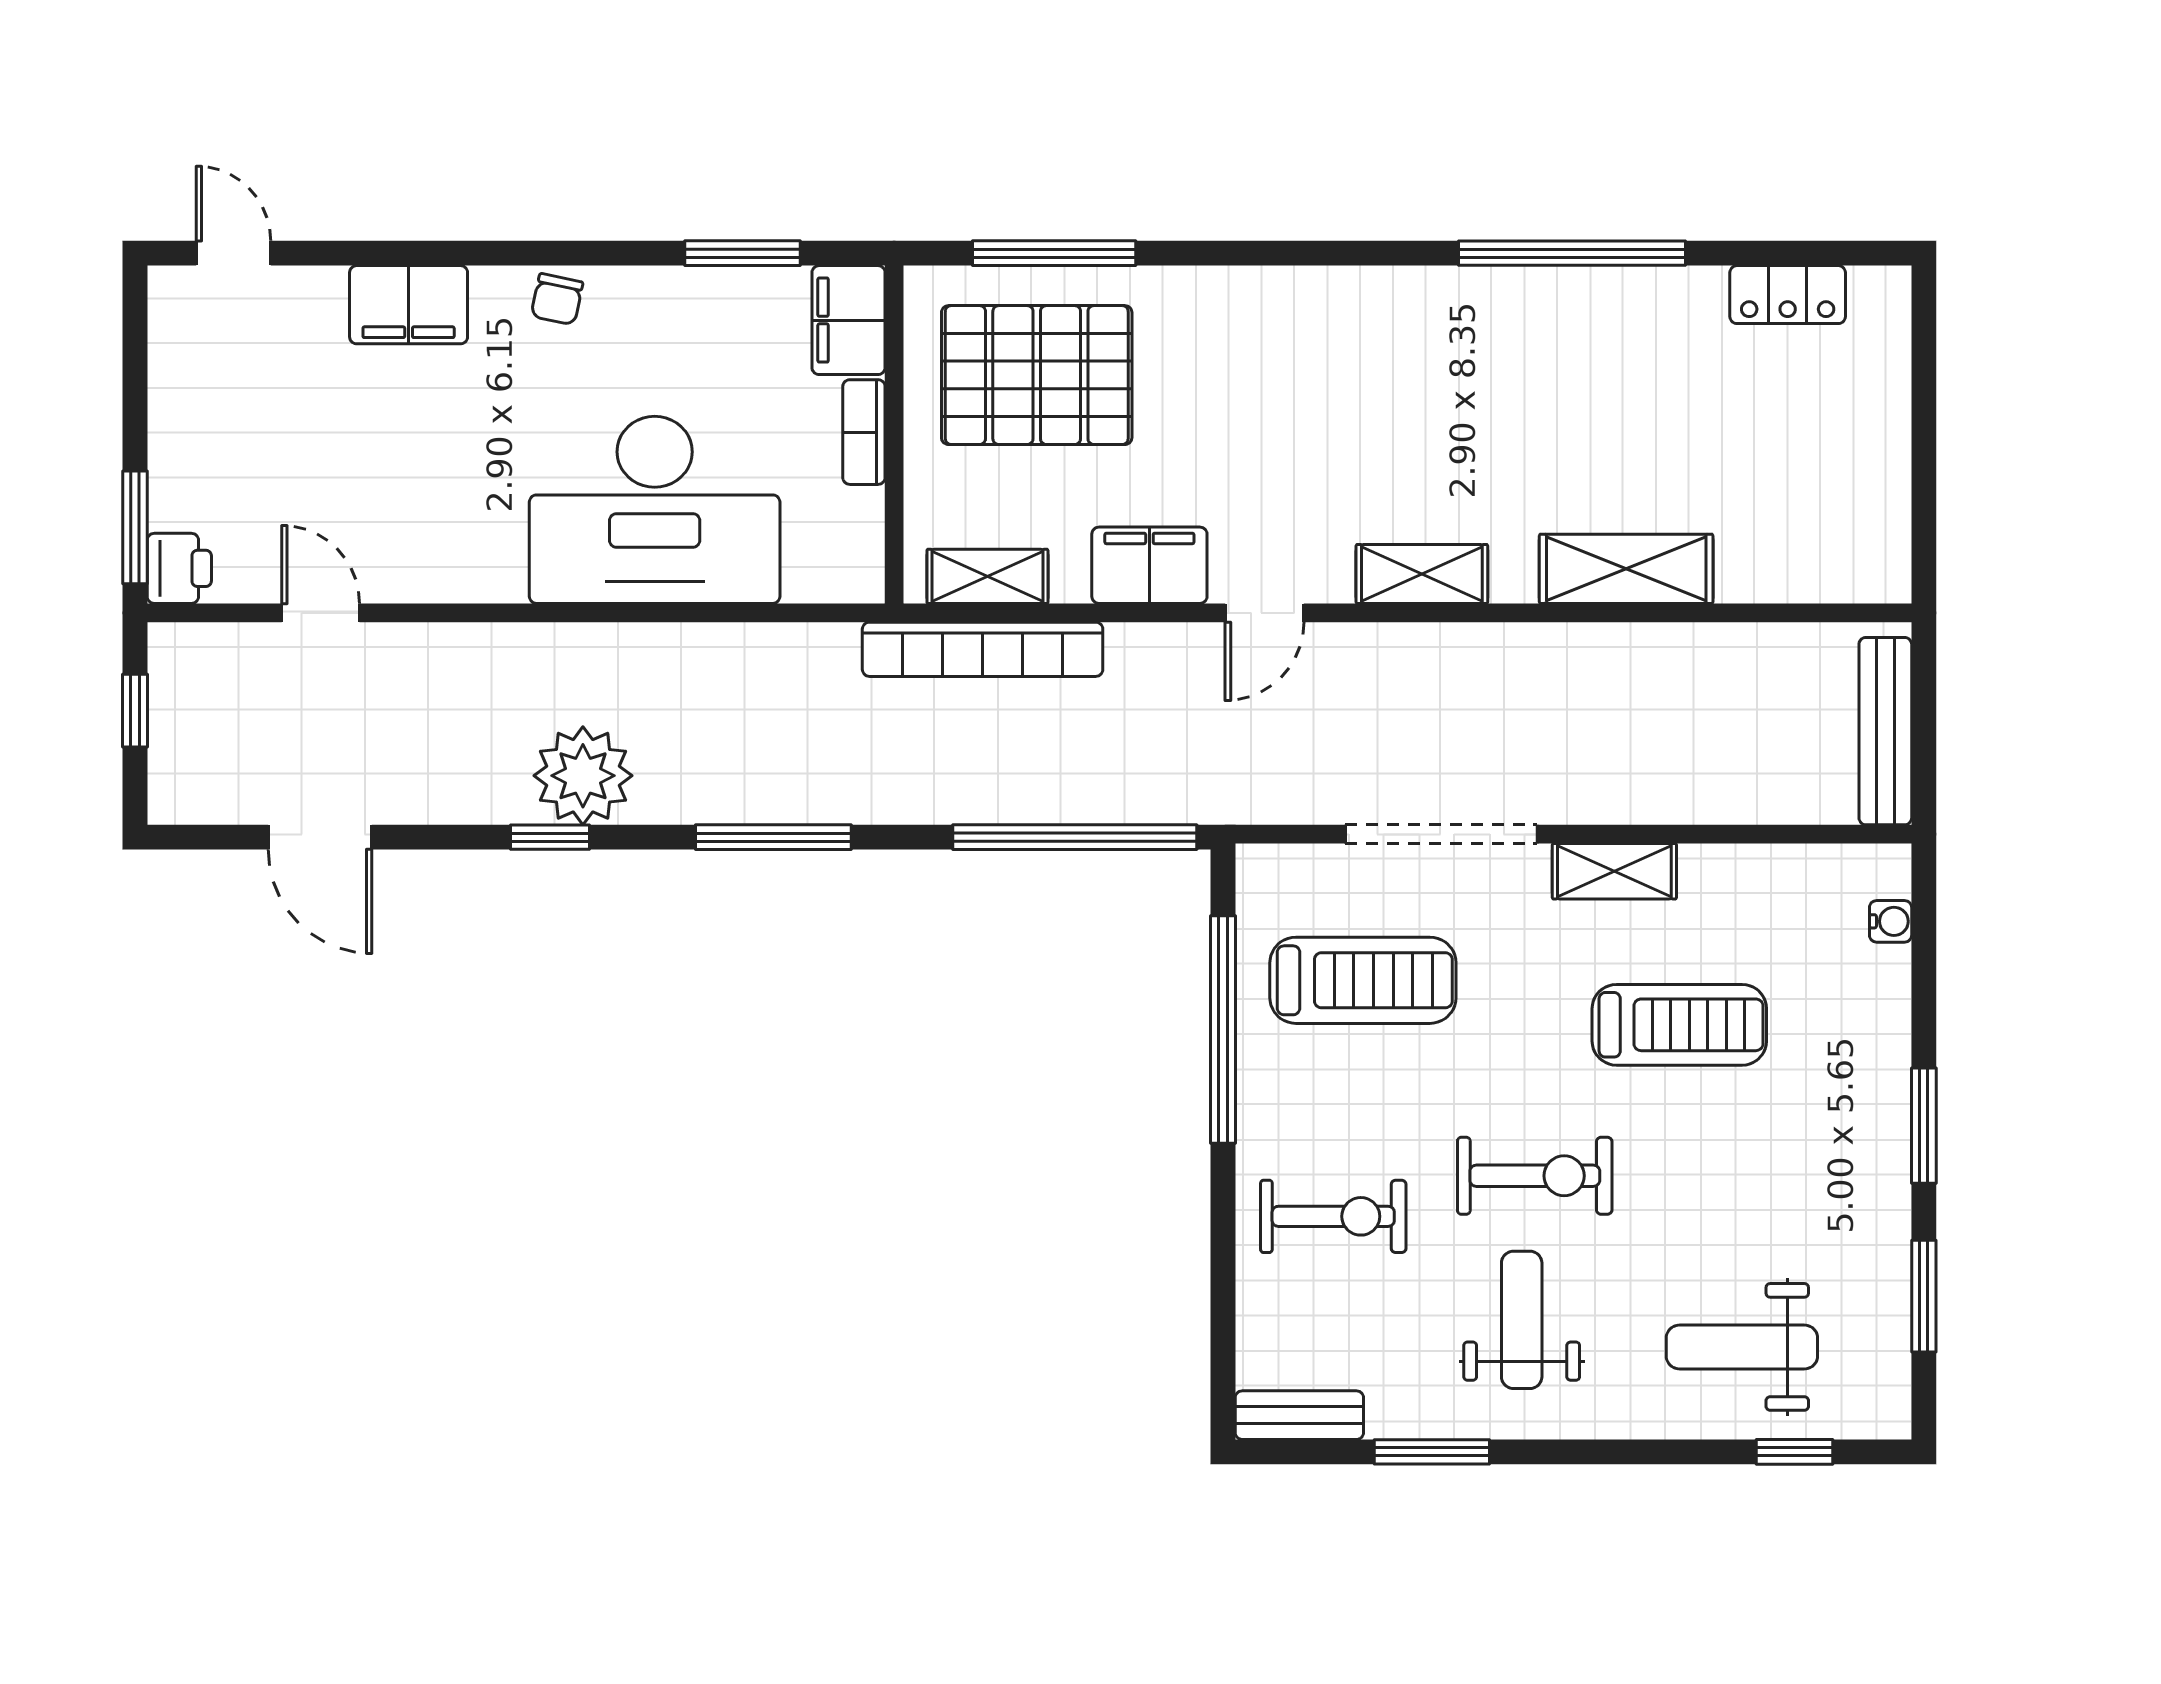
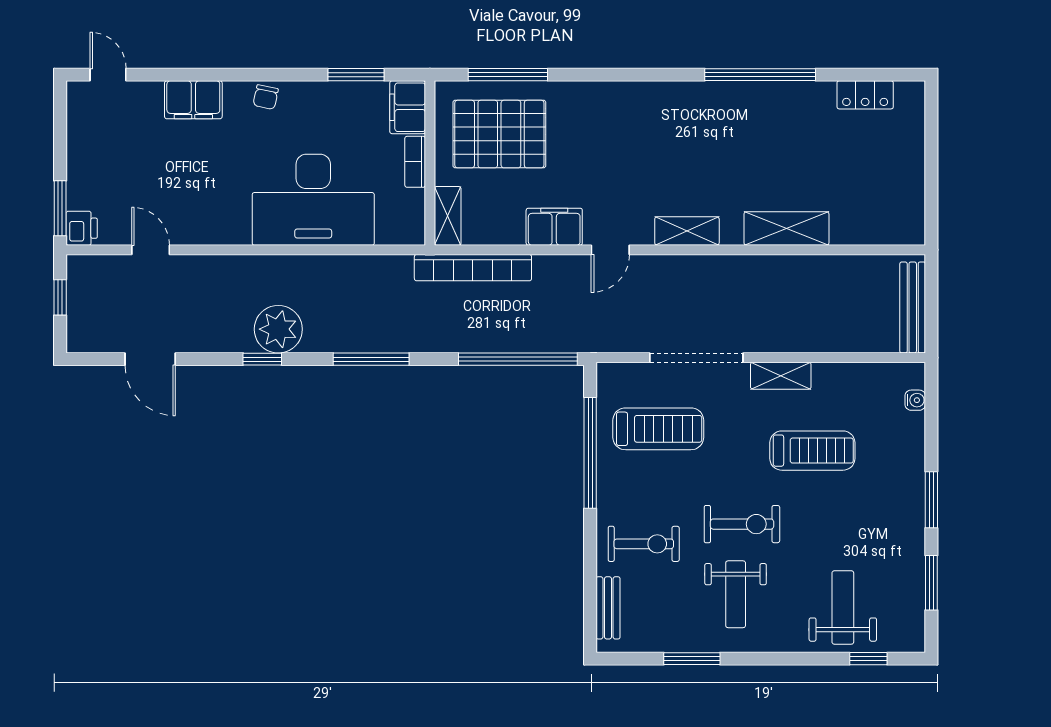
shelving: (987, 576) -> (448, 216), moved, turned 90
weight bench: (1522, 1320) -> (736, 594), turned 180
weight bench: (1742, 1347) -> (843, 607), turned 90
bench: (1299, 1415) -> (608, 608), moved, turned 90

